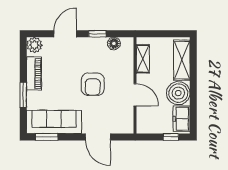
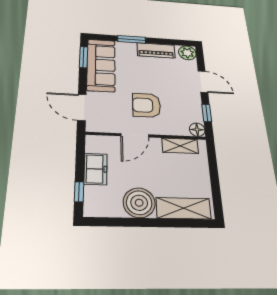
shelving: (143, 59) -> (180, 146), moved
wall: (135, 85) -> (147, 136), moved
door: (135, 95) -> (135, 135), moved
freezer: (182, 119) -> (96, 169), moved, turned 90
door: (98, 137) -> (82, 107), hinge flipped

